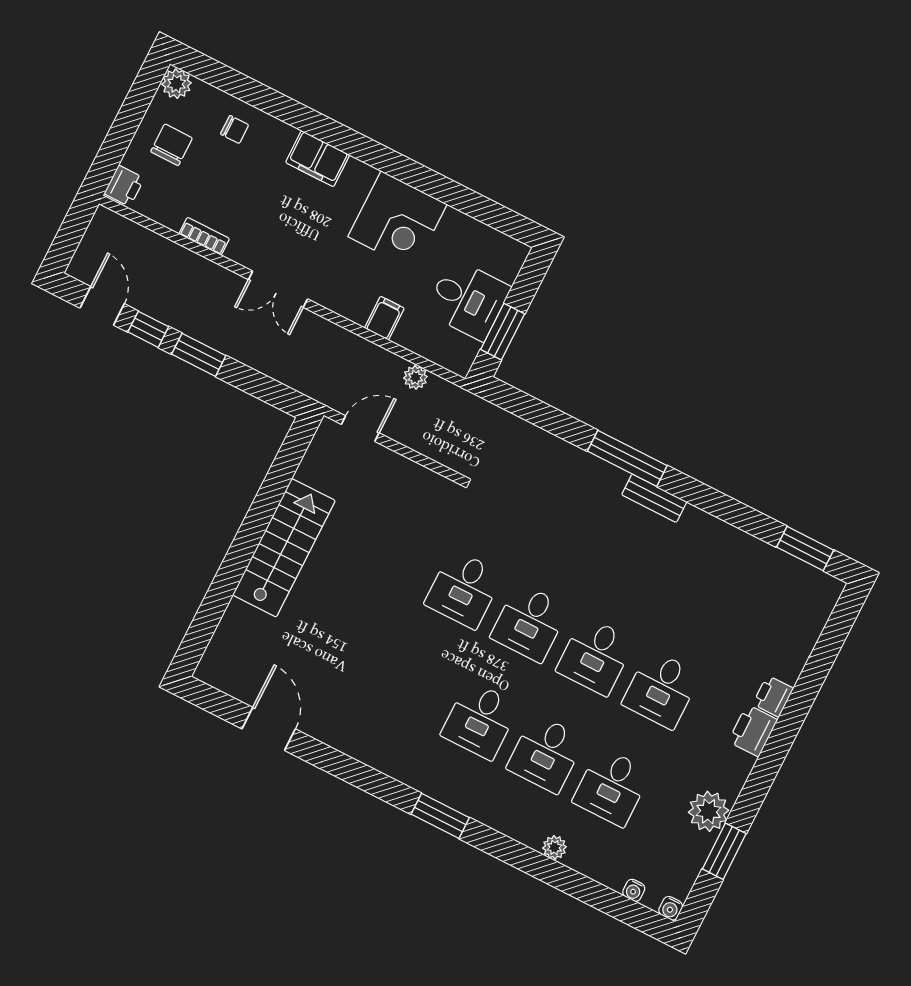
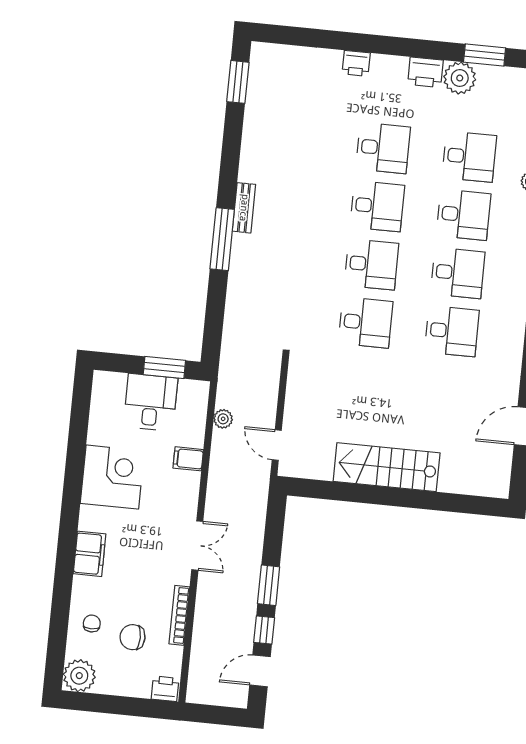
plant: (176, 84) -> (79, 676), width x1.36, depth x1.36
chair: (171, 145) -> (133, 637), moved
bookcase: (204, 236) -> (179, 615), width x1.56
desk: (414, 687) -> (452, 331), added
printer: (753, 731) -> (425, 72), moved

